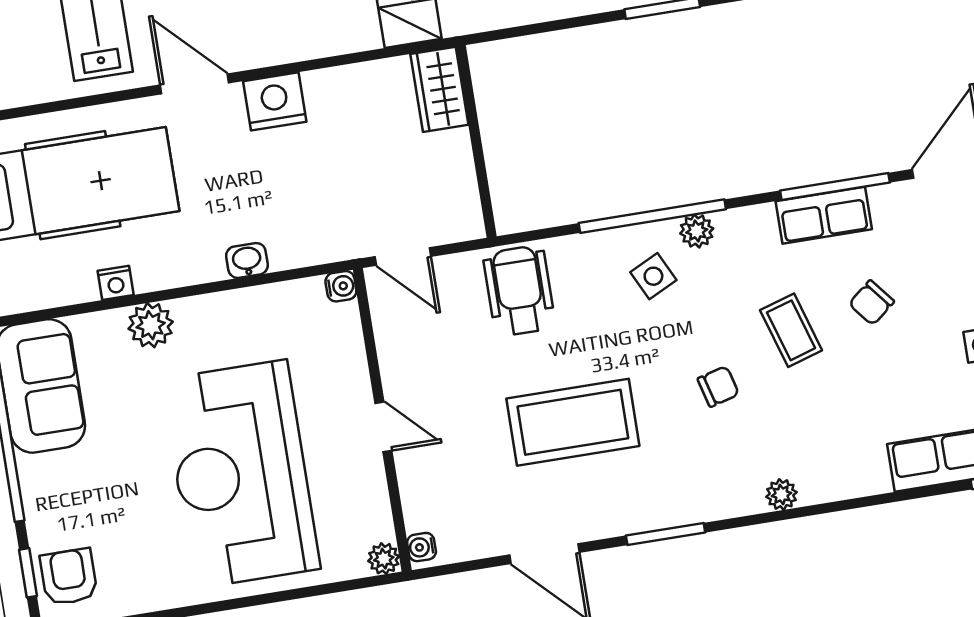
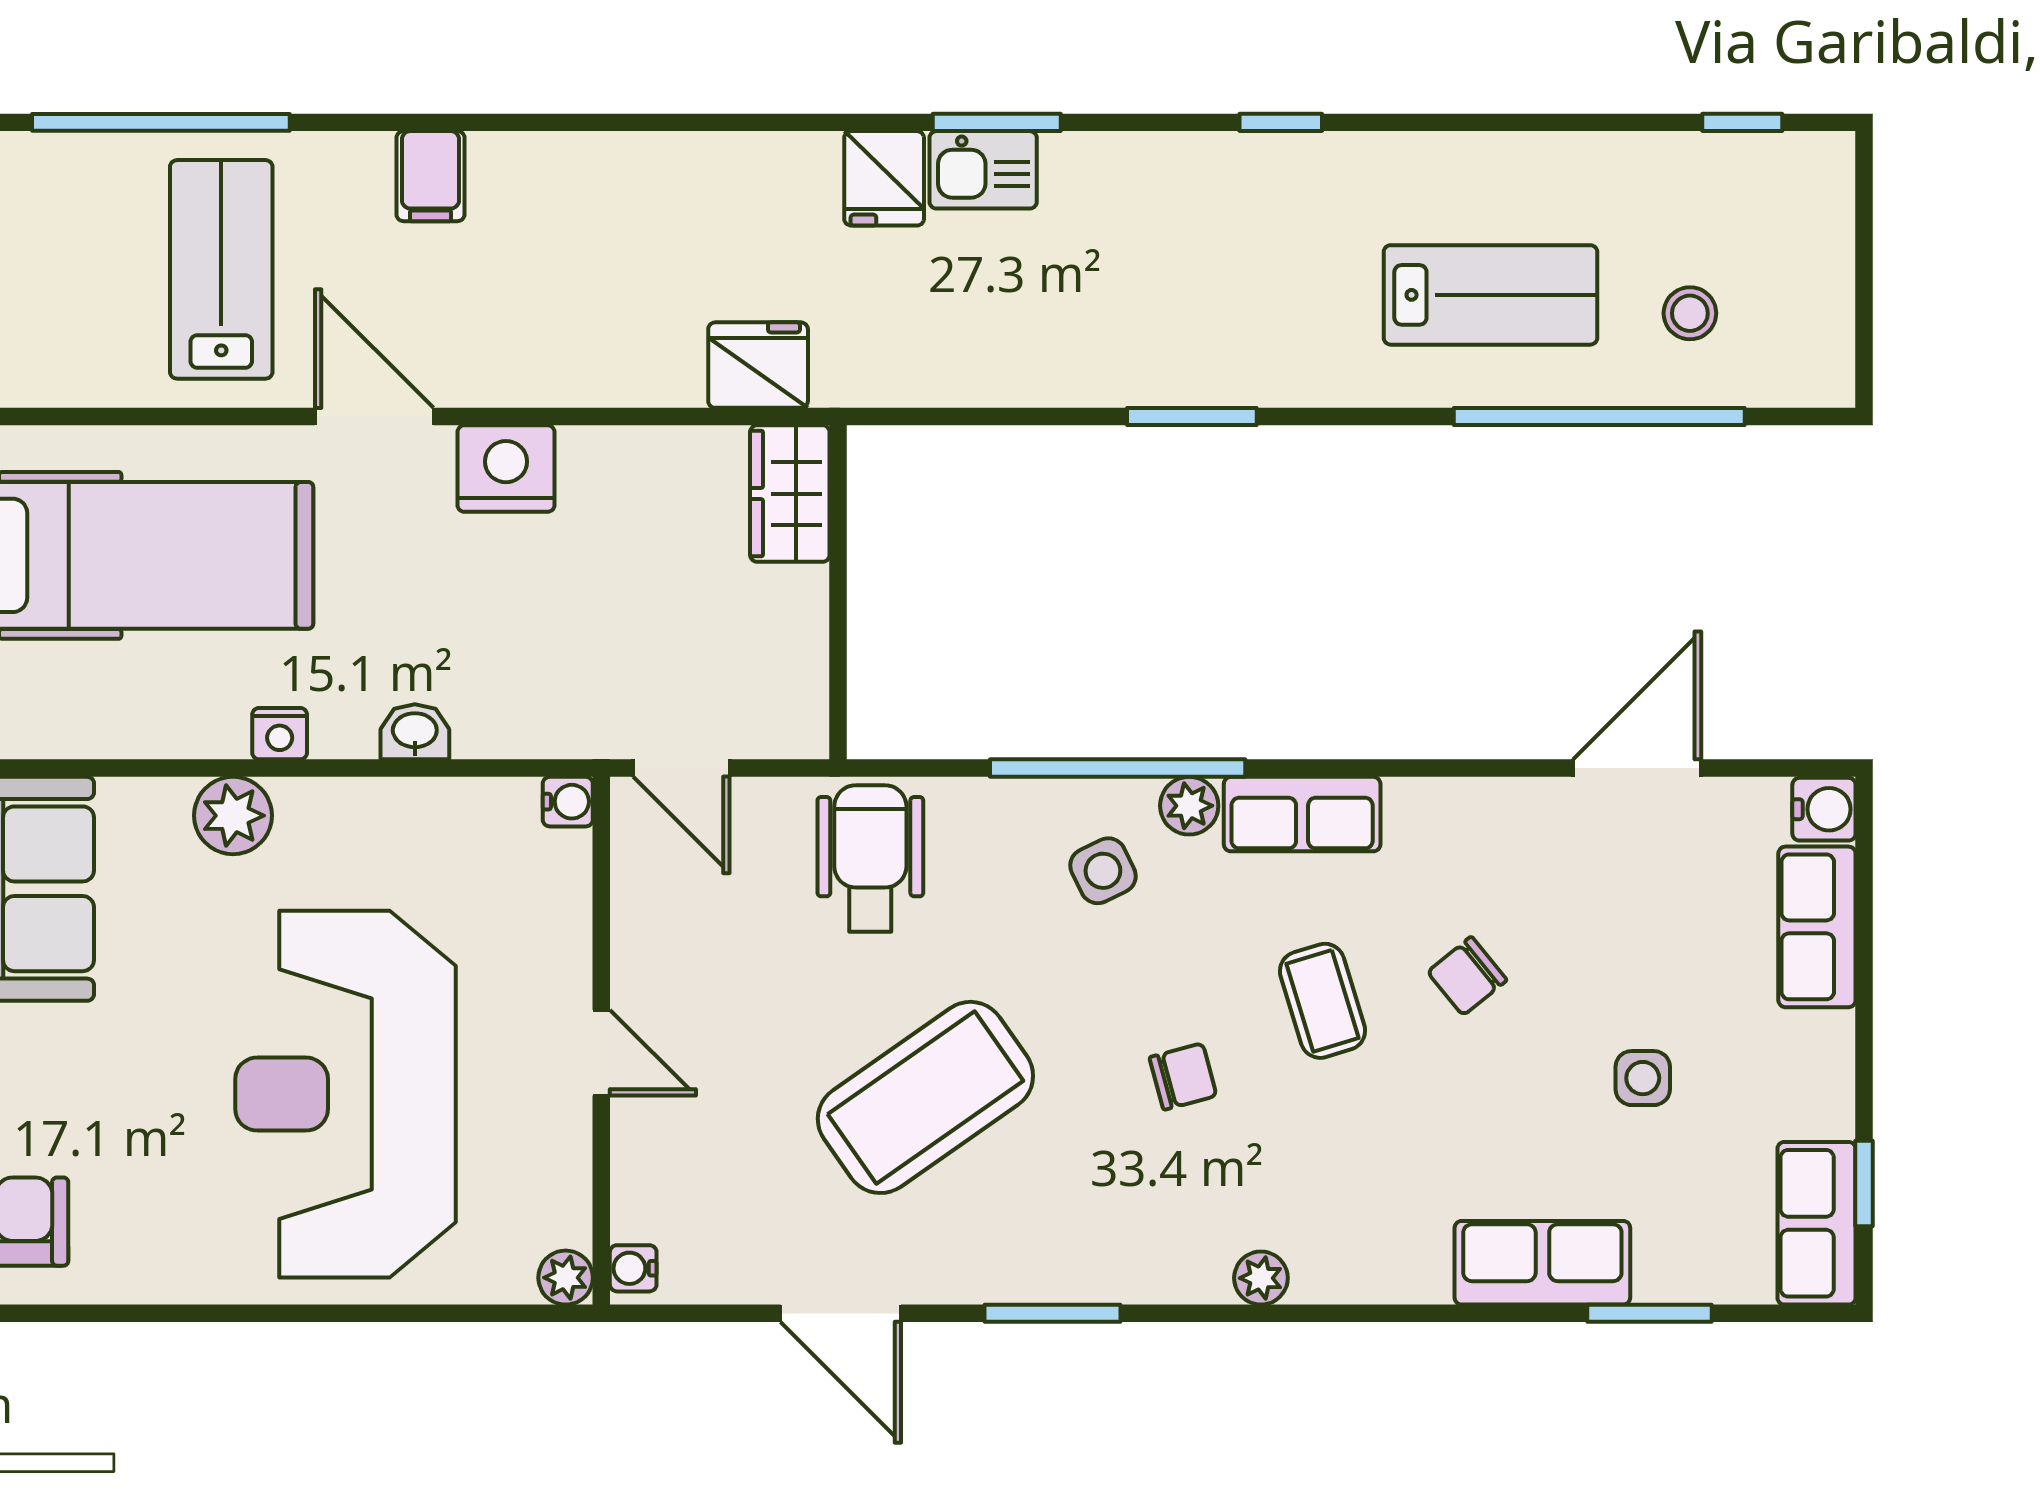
window: (835, 187) -> (1437, 768), removed
row of seats: (824, 215) -> (1302, 814), moved
nightstand: (116, 283) -> (280, 734), moved
coffee table: (573, 422) -> (925, 1097), turned -35

